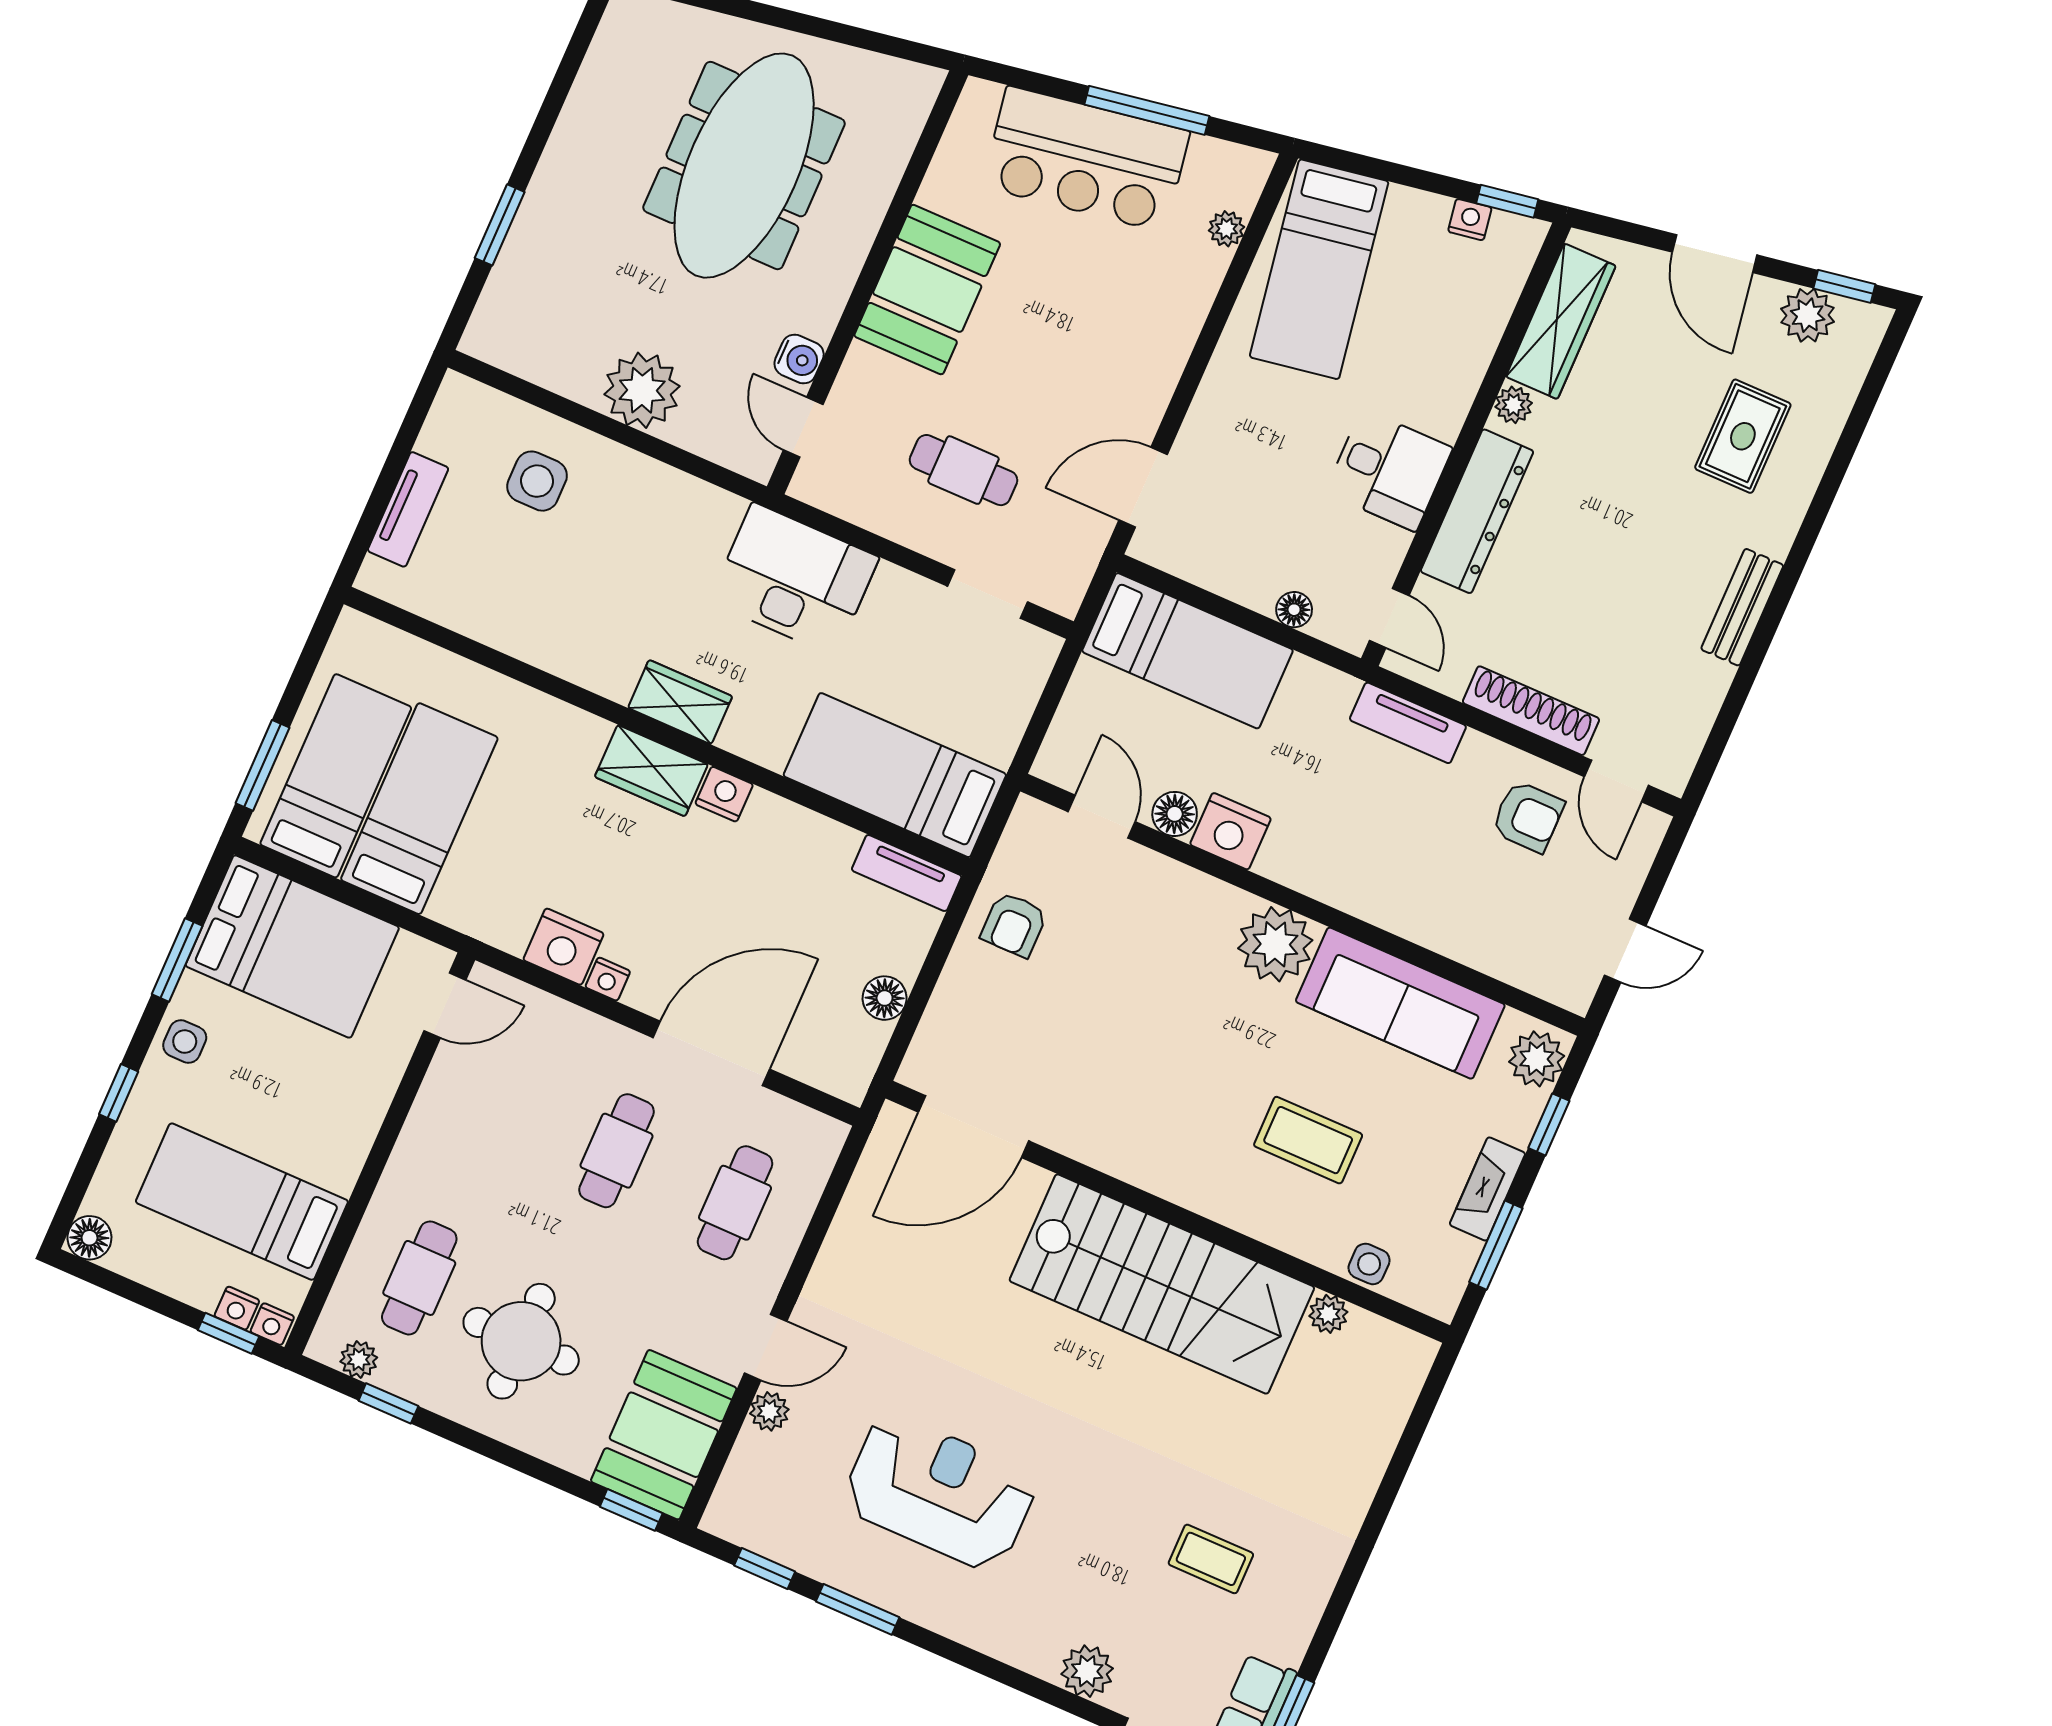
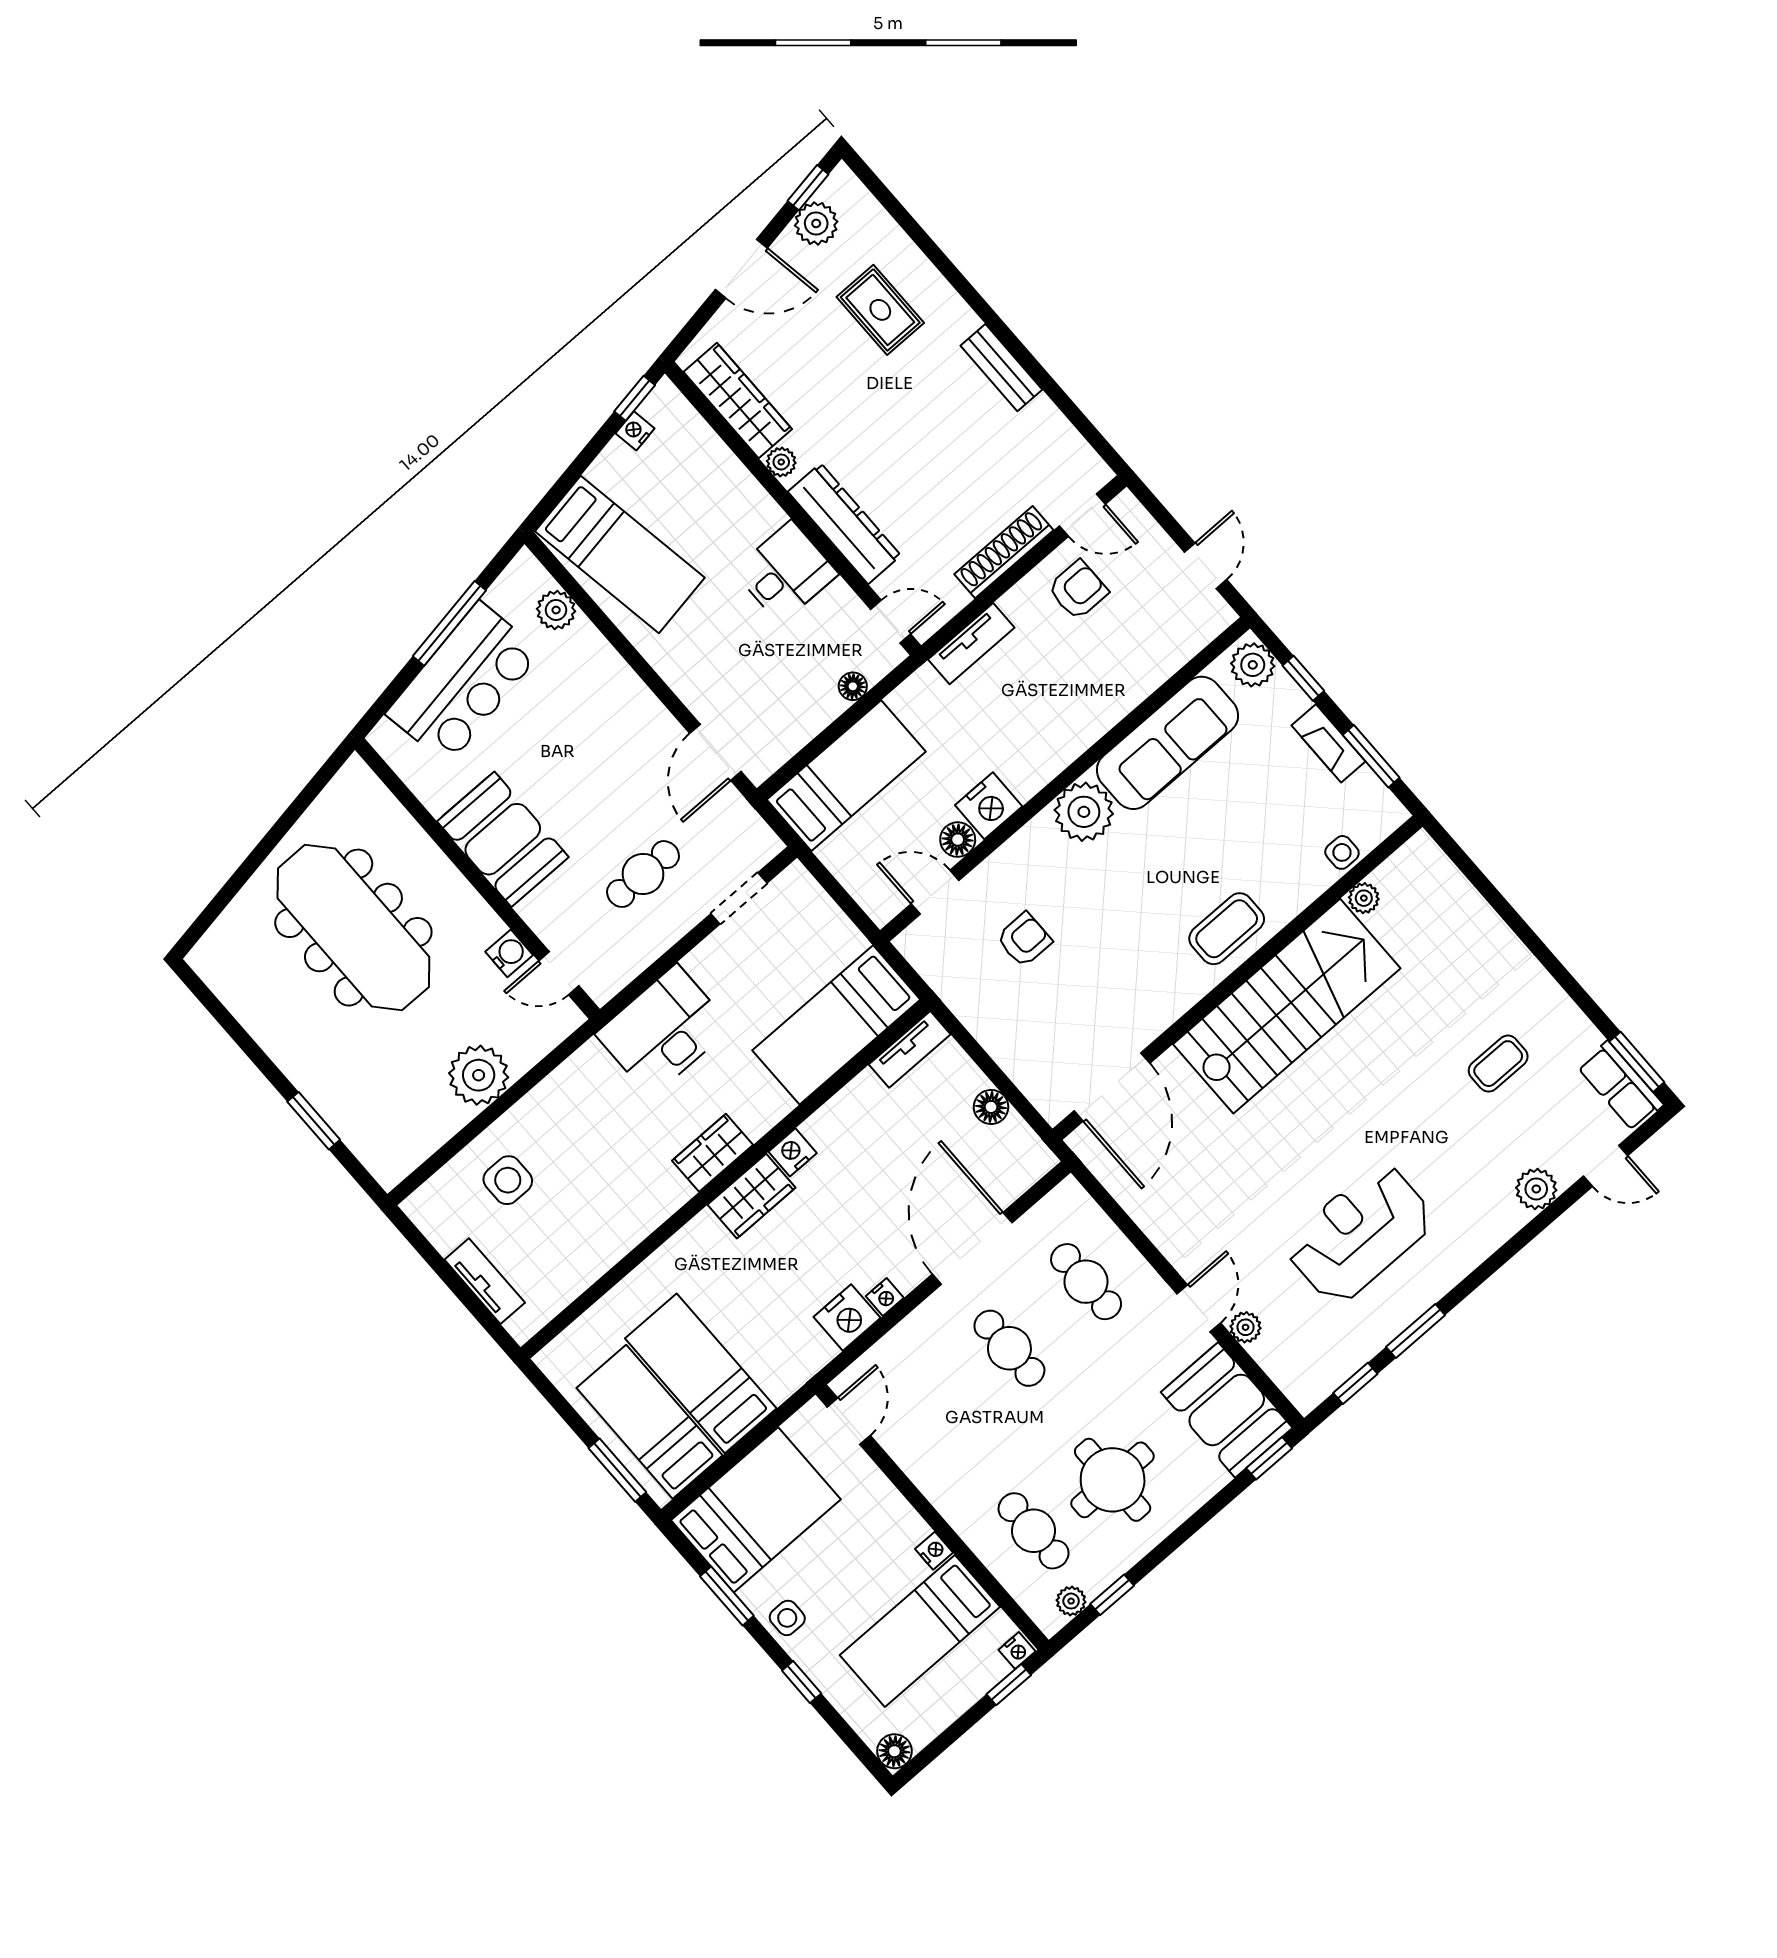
plant: (1227, 229) -> (556, 610), width x1.38, depth x1.38
armchair: (1014, 925) -> (1024, 939), moved, turned -90
coffee table: (1308, 1140) -> (1227, 929), moved
nightstand: (237, 1308) -> (934, 1551), moved, turned -90

